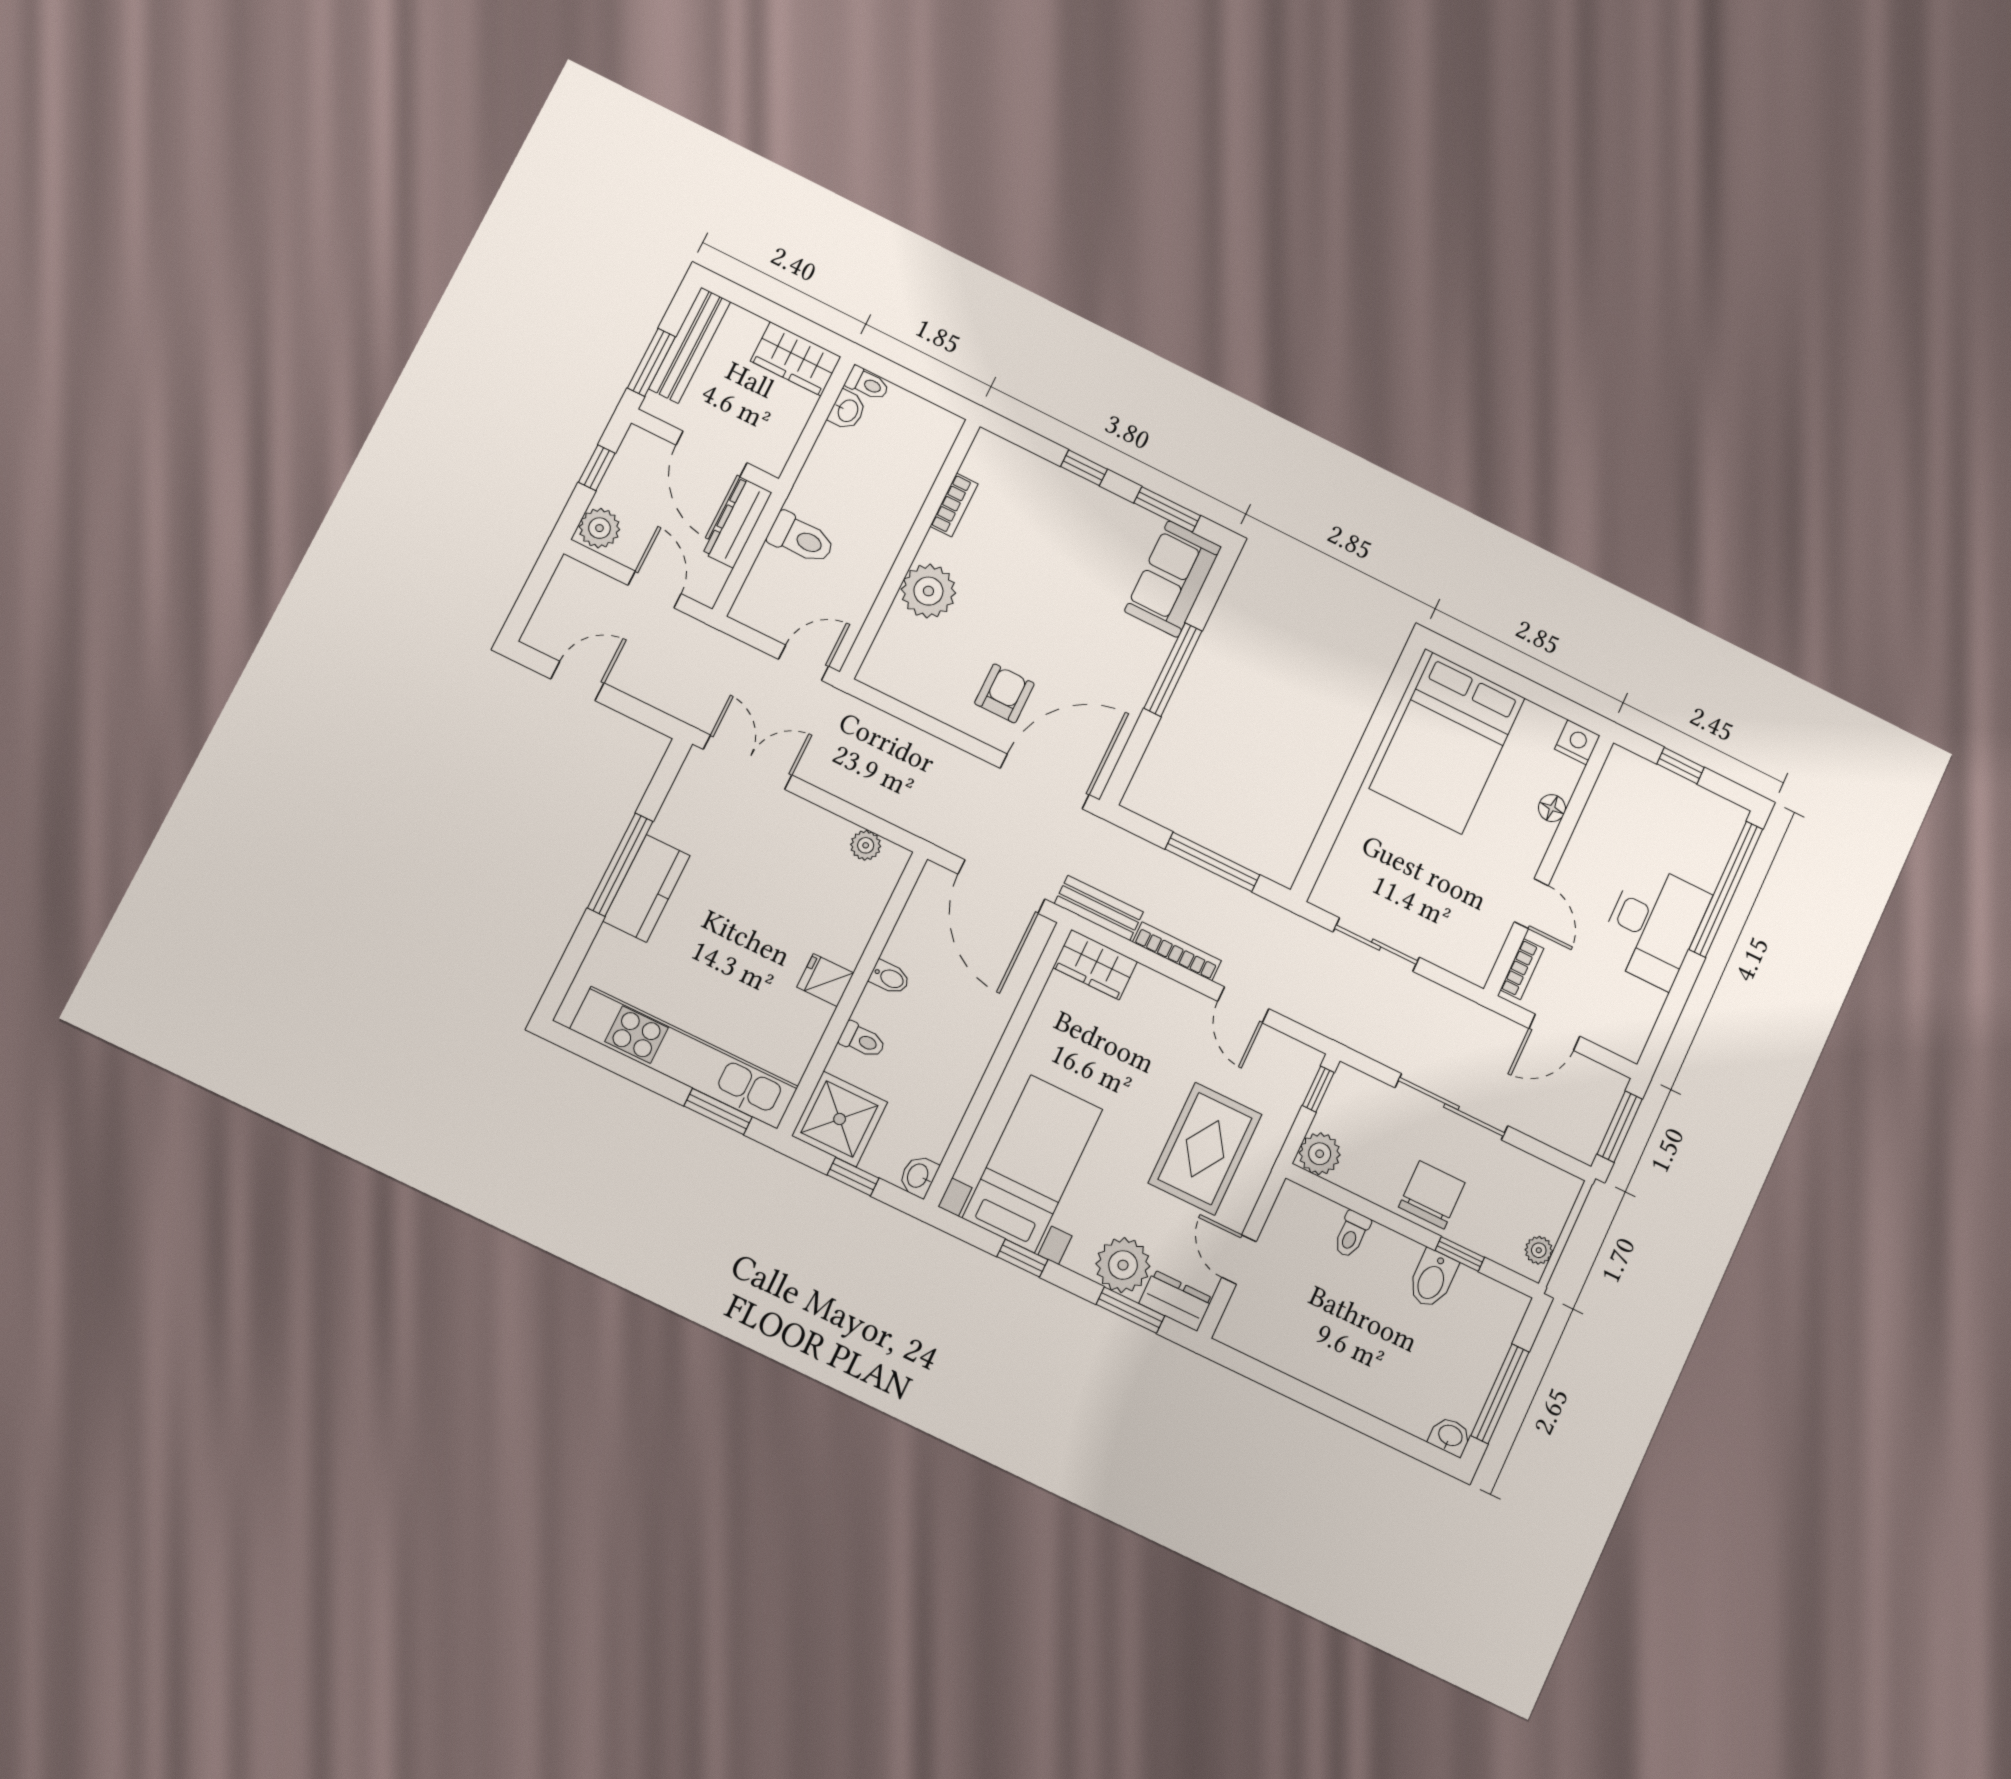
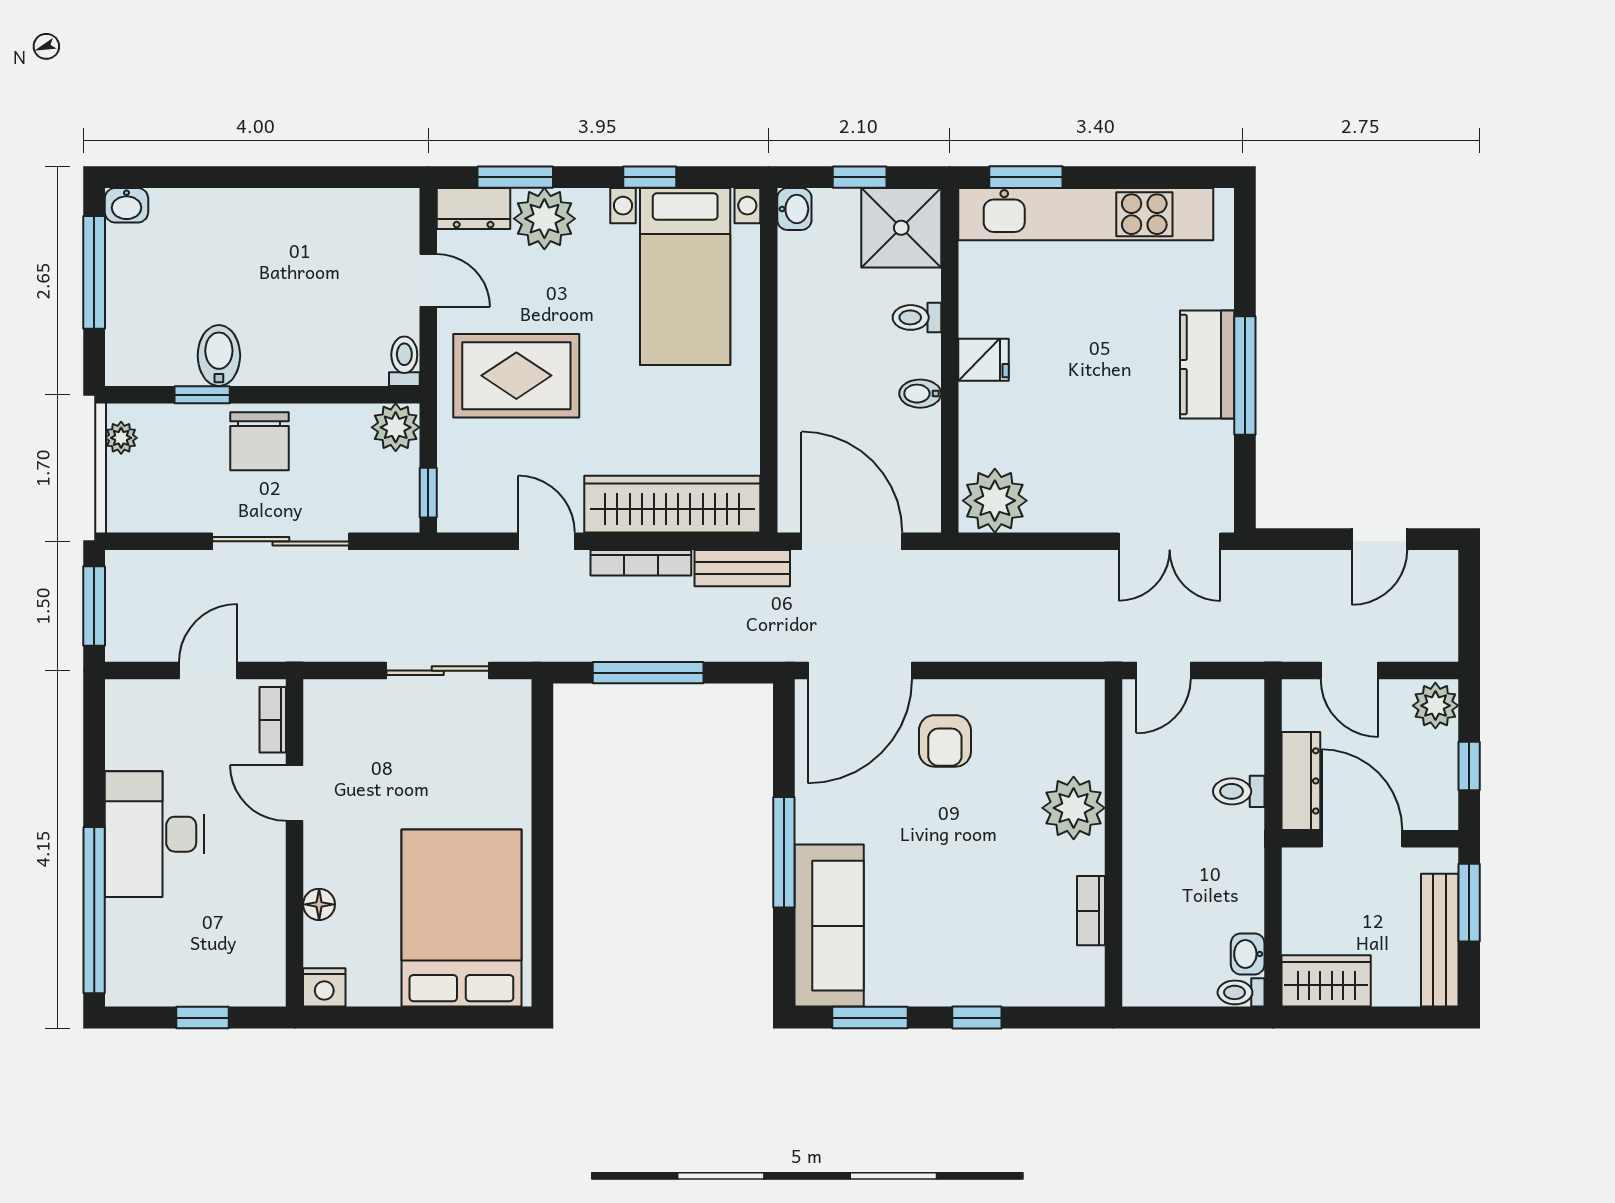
toilet: (801, 538) -> (1239, 791), width x0.73, depth x0.72
sofa: (1173, 579) -> (829, 926), width x1.36
plant: (866, 845) -> (995, 501), width x1.88, depth x1.88
wardrobe: (1095, 965) -> (672, 504), width x2.10, depth x1.17
rug: (1205, 1149) -> (516, 376), turned 90
toilet: (1352, 1234) -> (404, 361), moved

